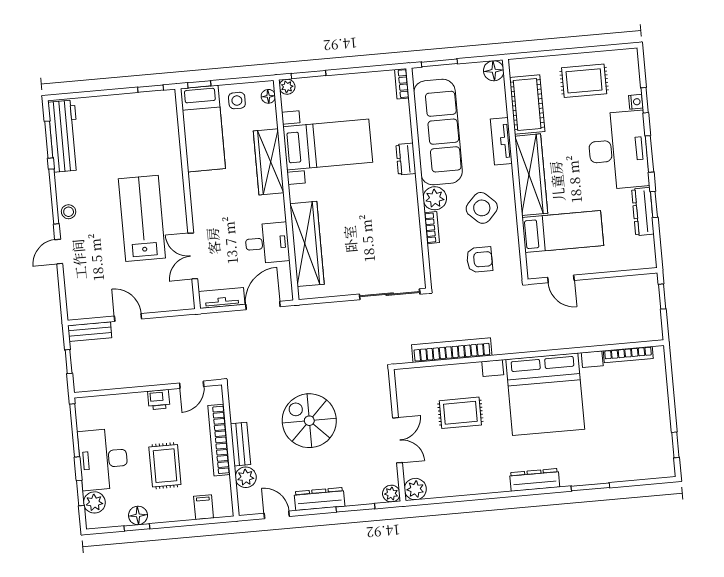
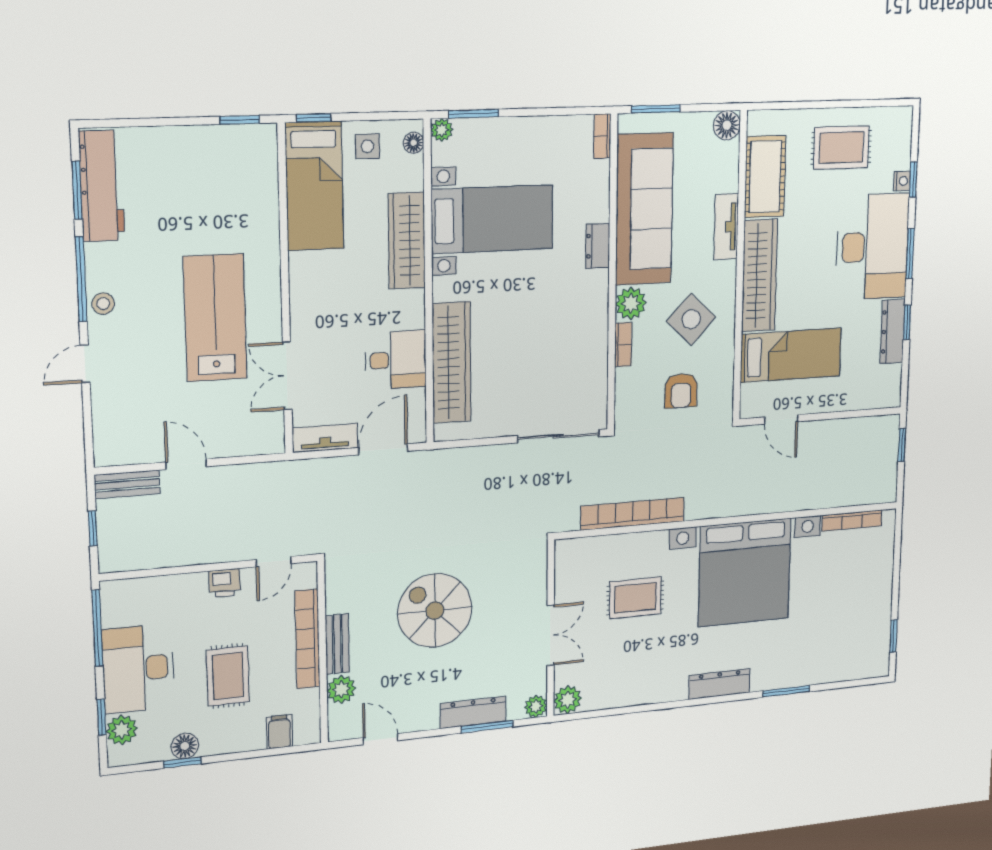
armchair: (480, 260) -> (681, 391), turned 90
dresser: (319, 499) -> (473, 712), moved

